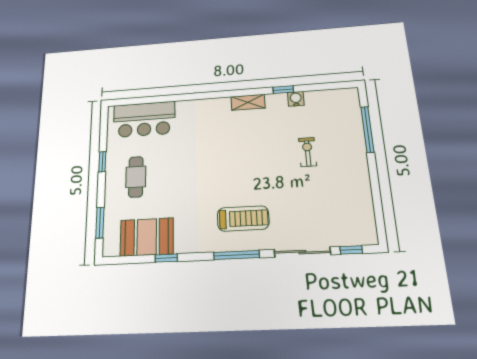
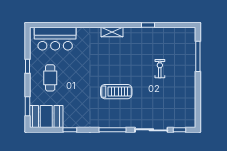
water cooler: (296, 99) -> (156, 32), removed
shelving: (248, 102) -> (112, 32), moved
treadmill: (243, 218) -> (116, 92), moved
booth: (147, 237) -> (46, 117), moved

